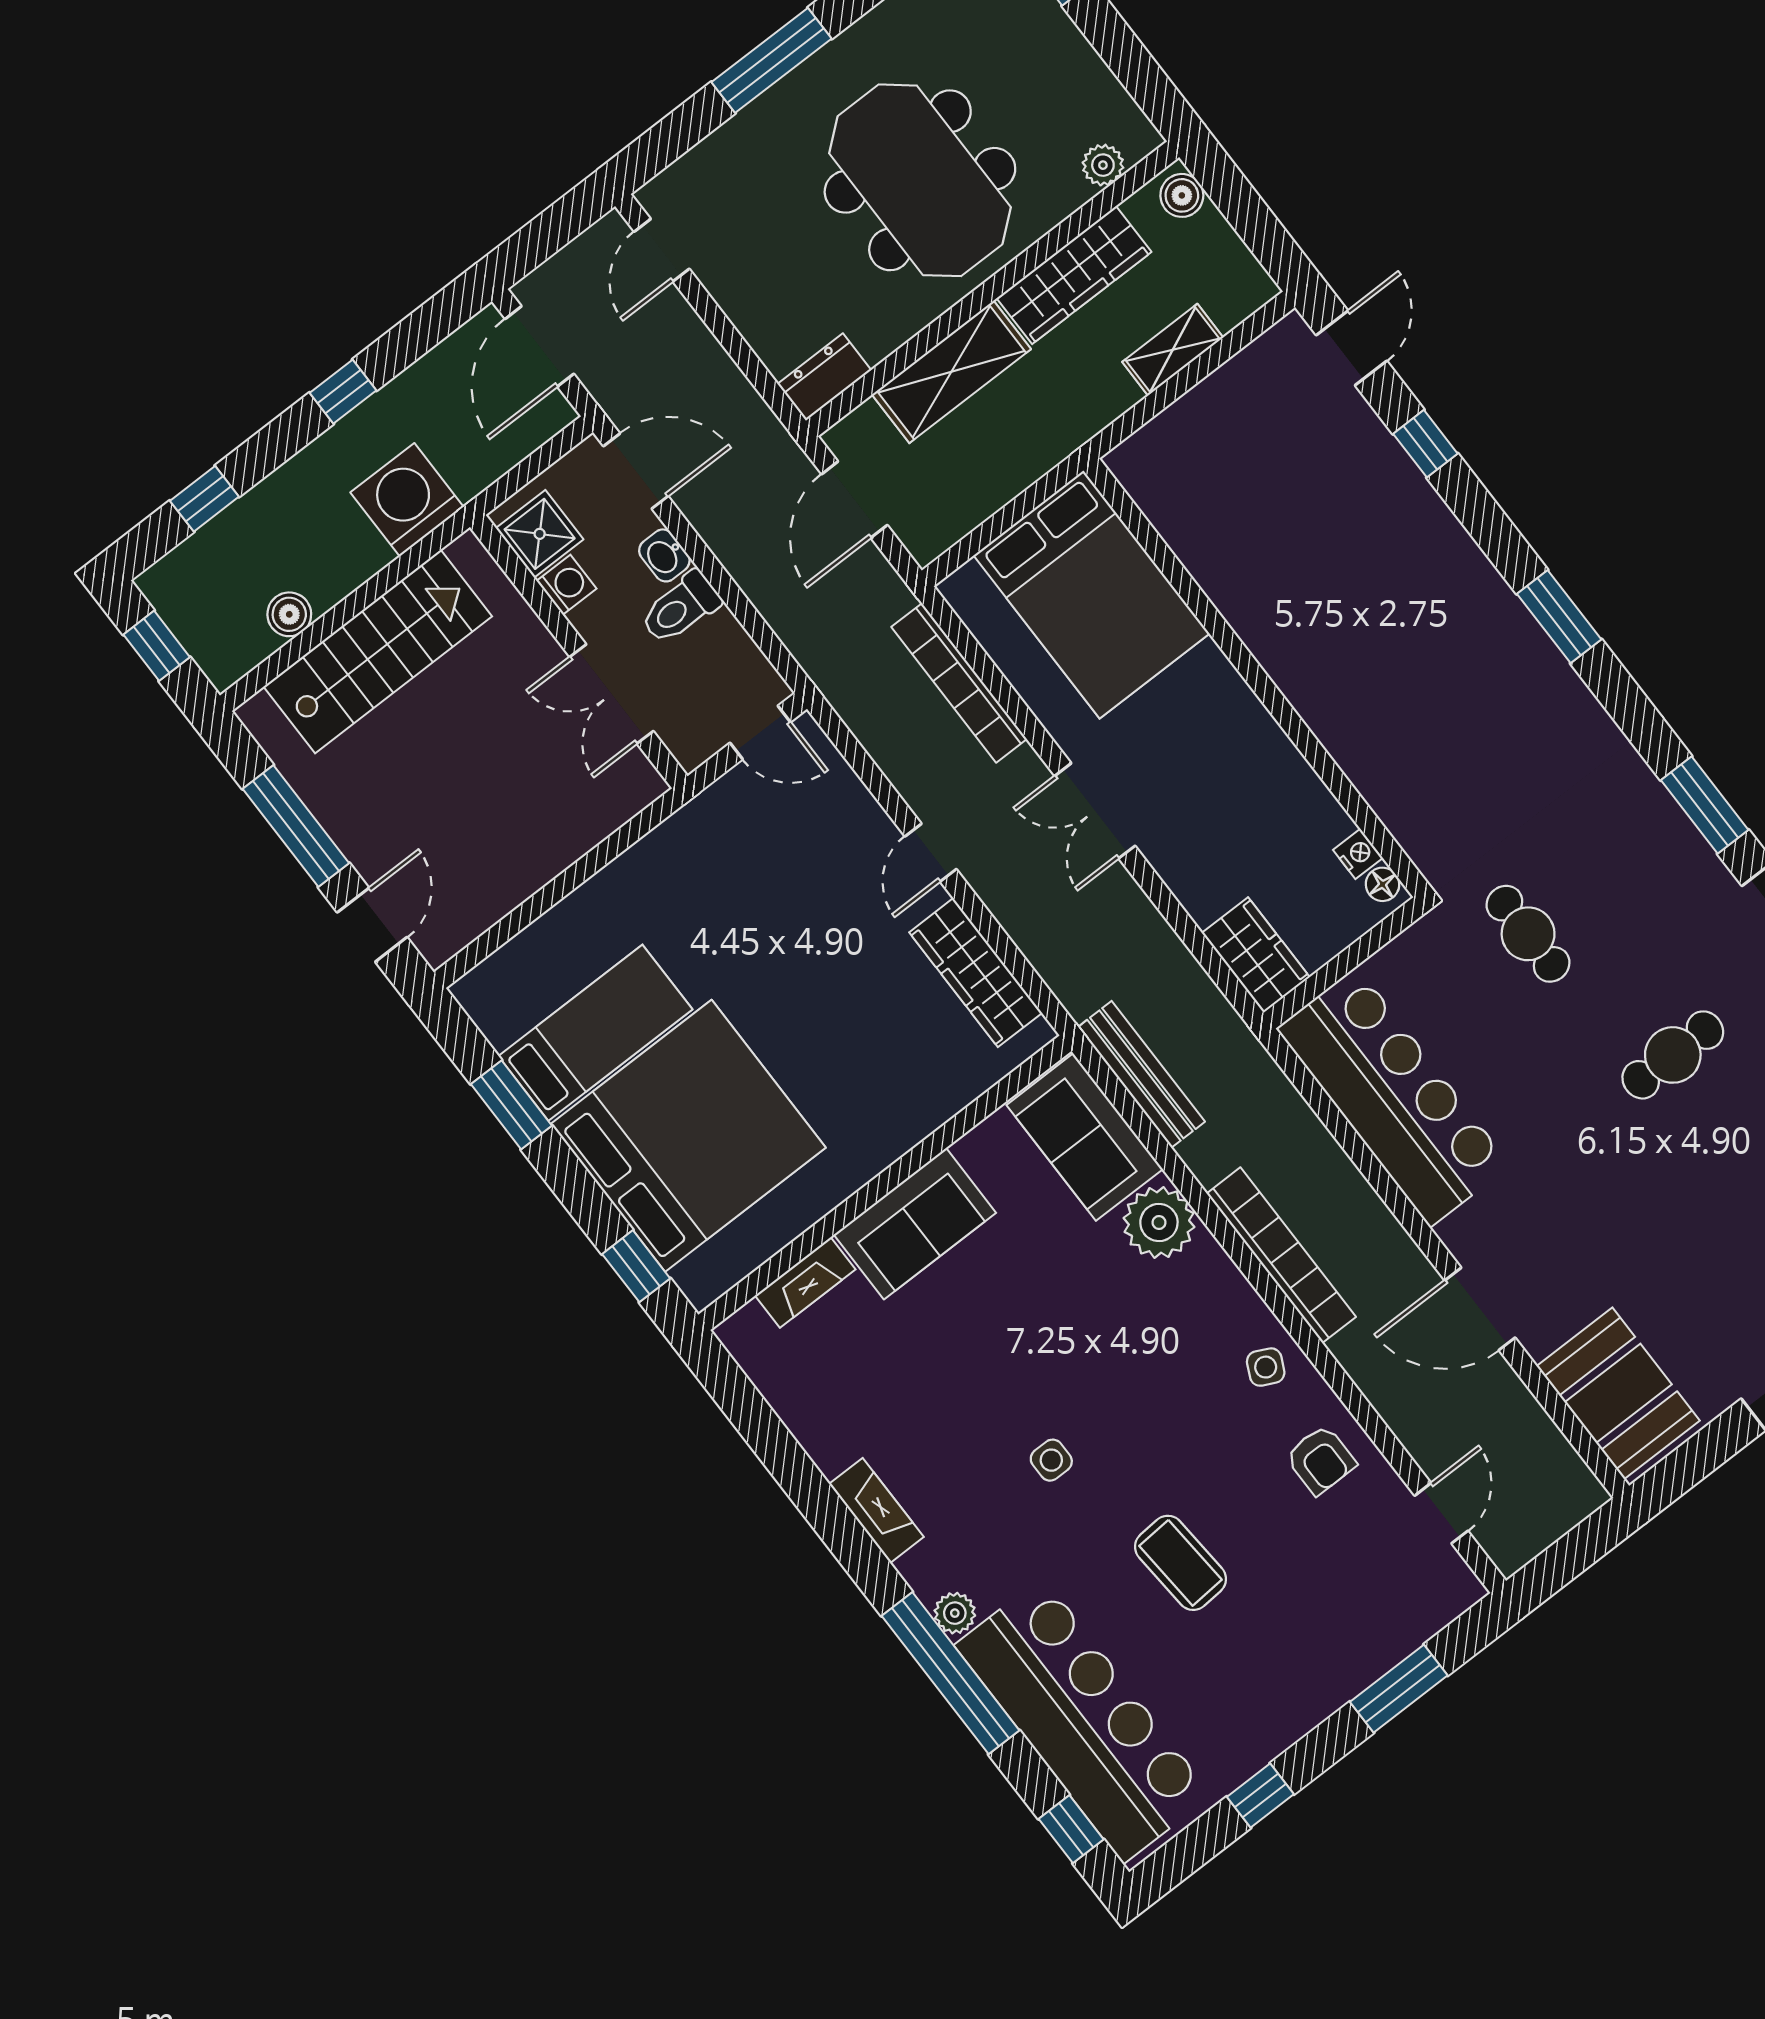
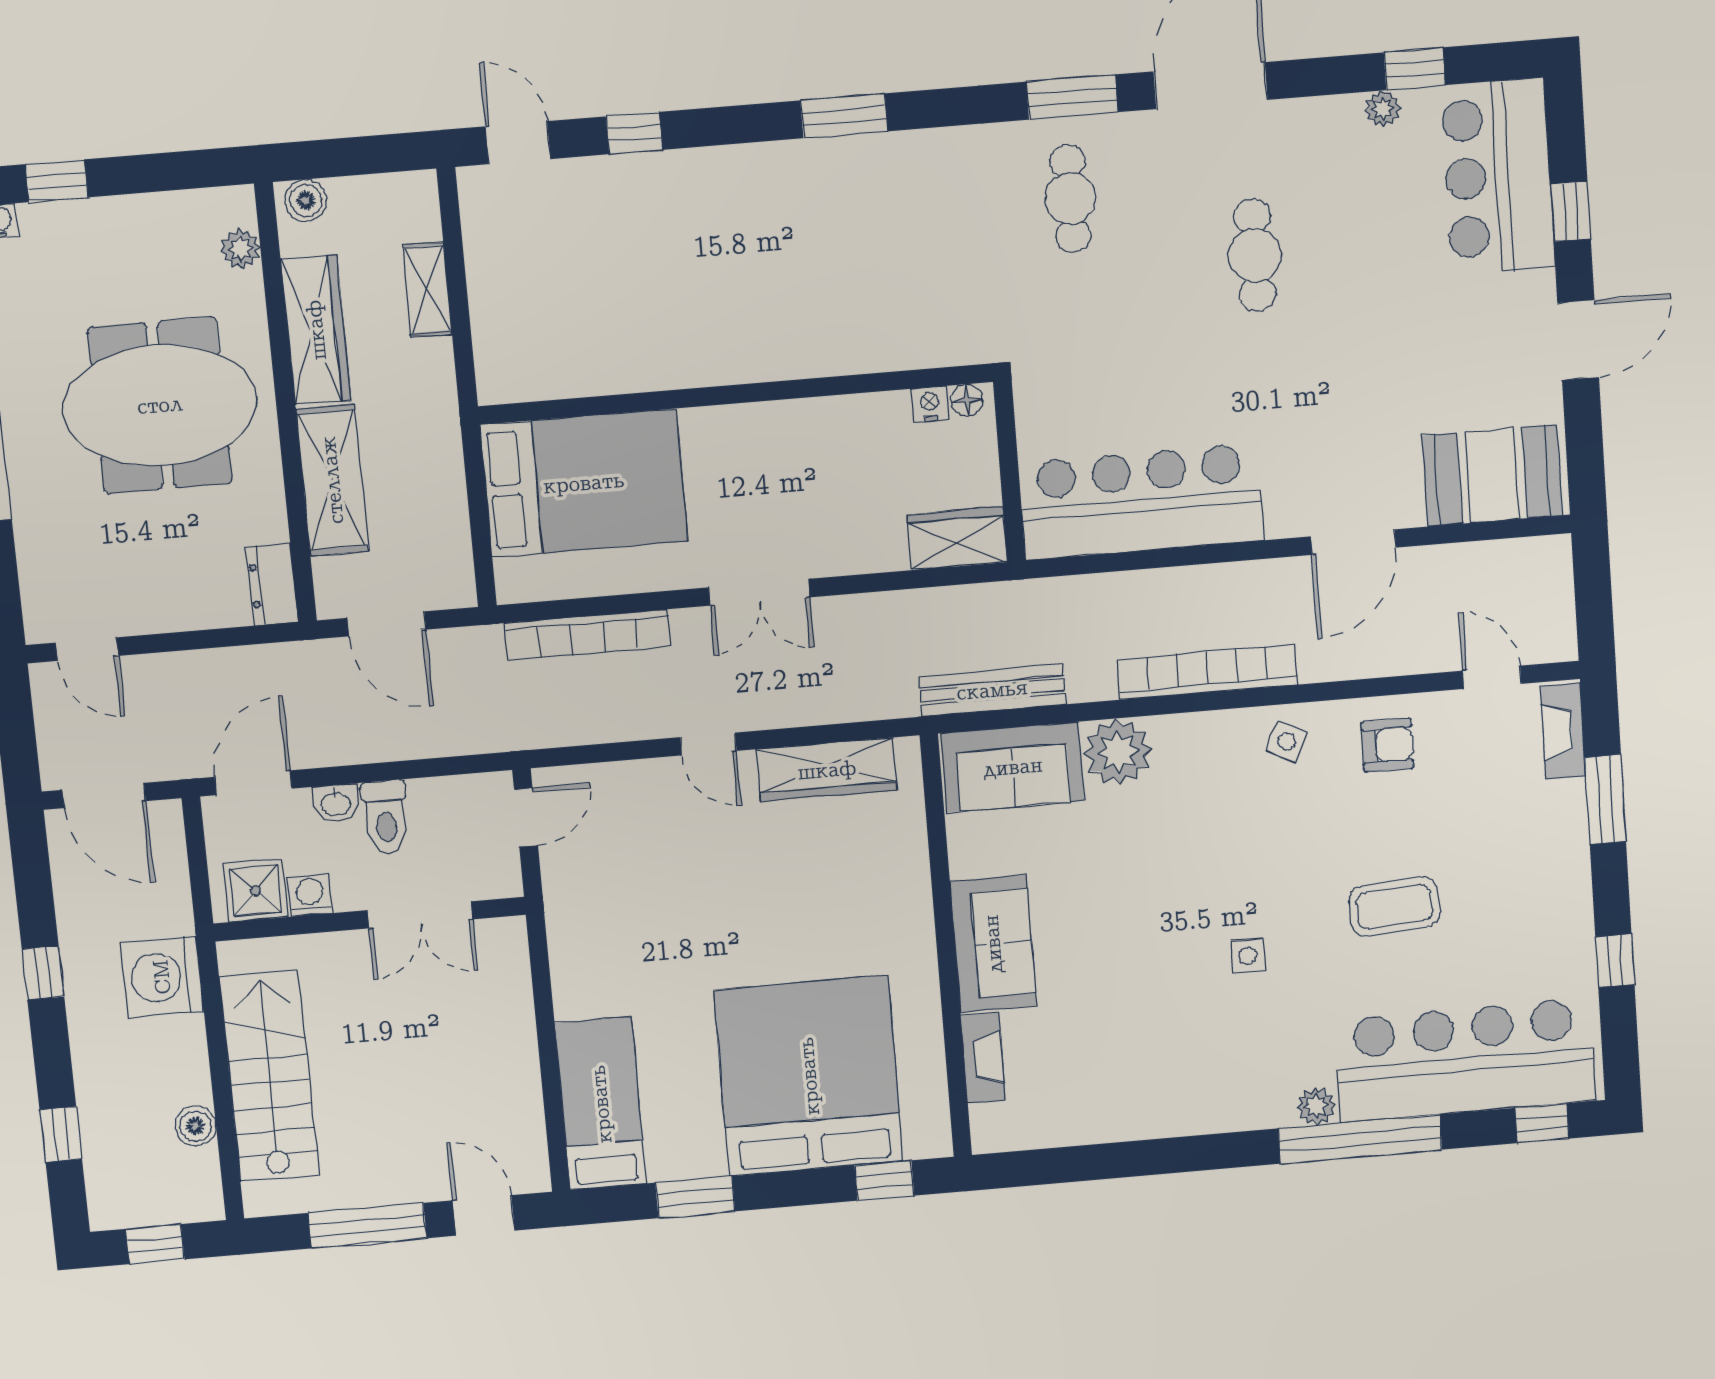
cafe table: (1528, 934) -> (1070, 199), moved, turned 90
bed: (595, 1033) -> (601, 1104), moved
fireplace: (876, 1510) -> (1563, 731), moved, turned -90

